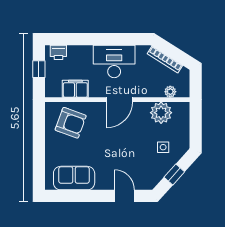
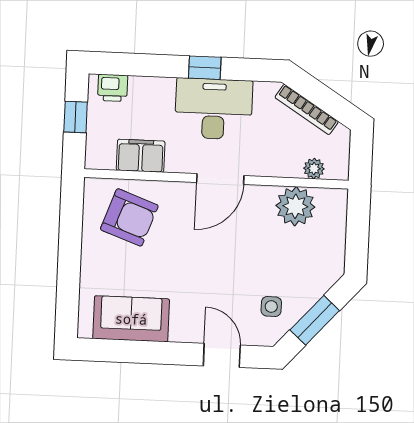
window: (108, 39) -> (205, 68), added
side table: (163, 147) -> (271, 306), moved
window: (174, 174) -> (315, 320), width x1.50

